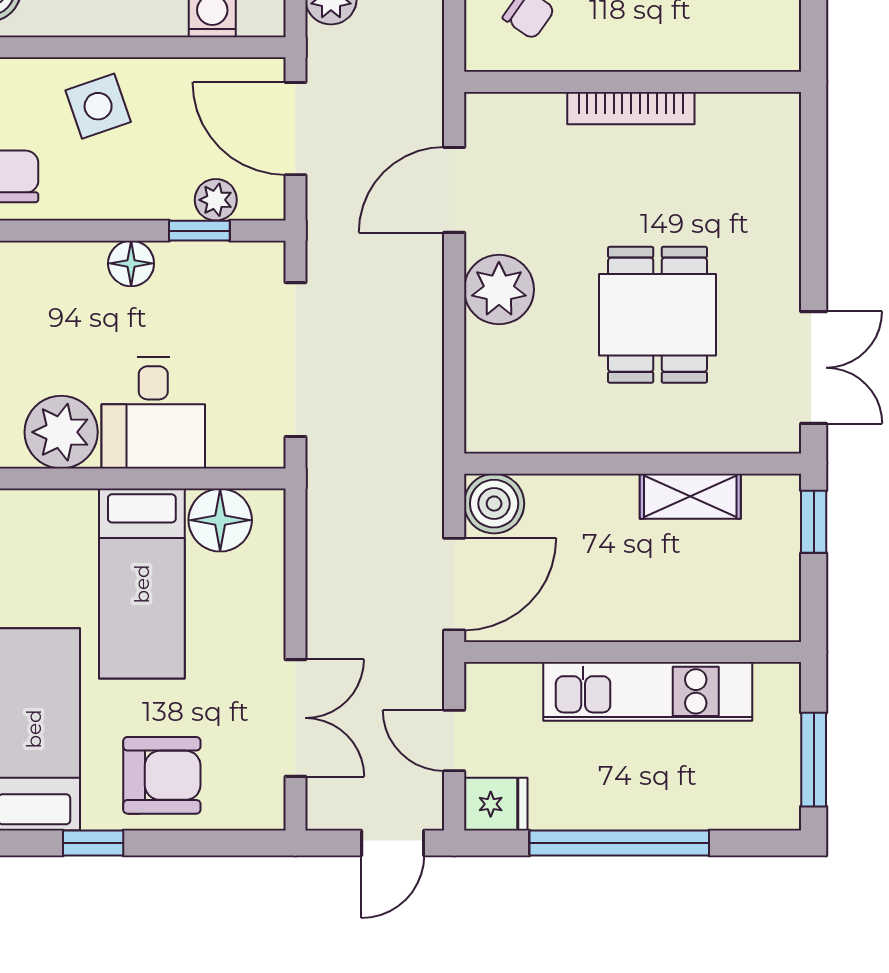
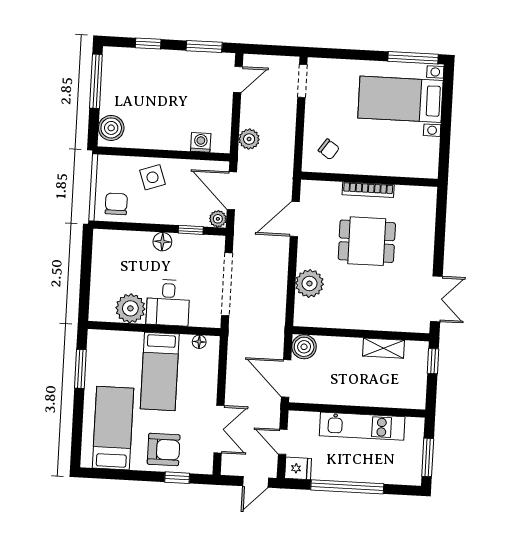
plant: (216, 200) -> (218, 219), moved
plant: (499, 290) -> (309, 283), moved
dining table: (658, 315) -> (367, 241), moved, turned 90
floor lamp: (220, 520) -> (199, 342), width x0.53, depth x0.53
door: (454, 584) -> (286, 379), swing flipped
window: (93, 843) -> (177, 478), moved

